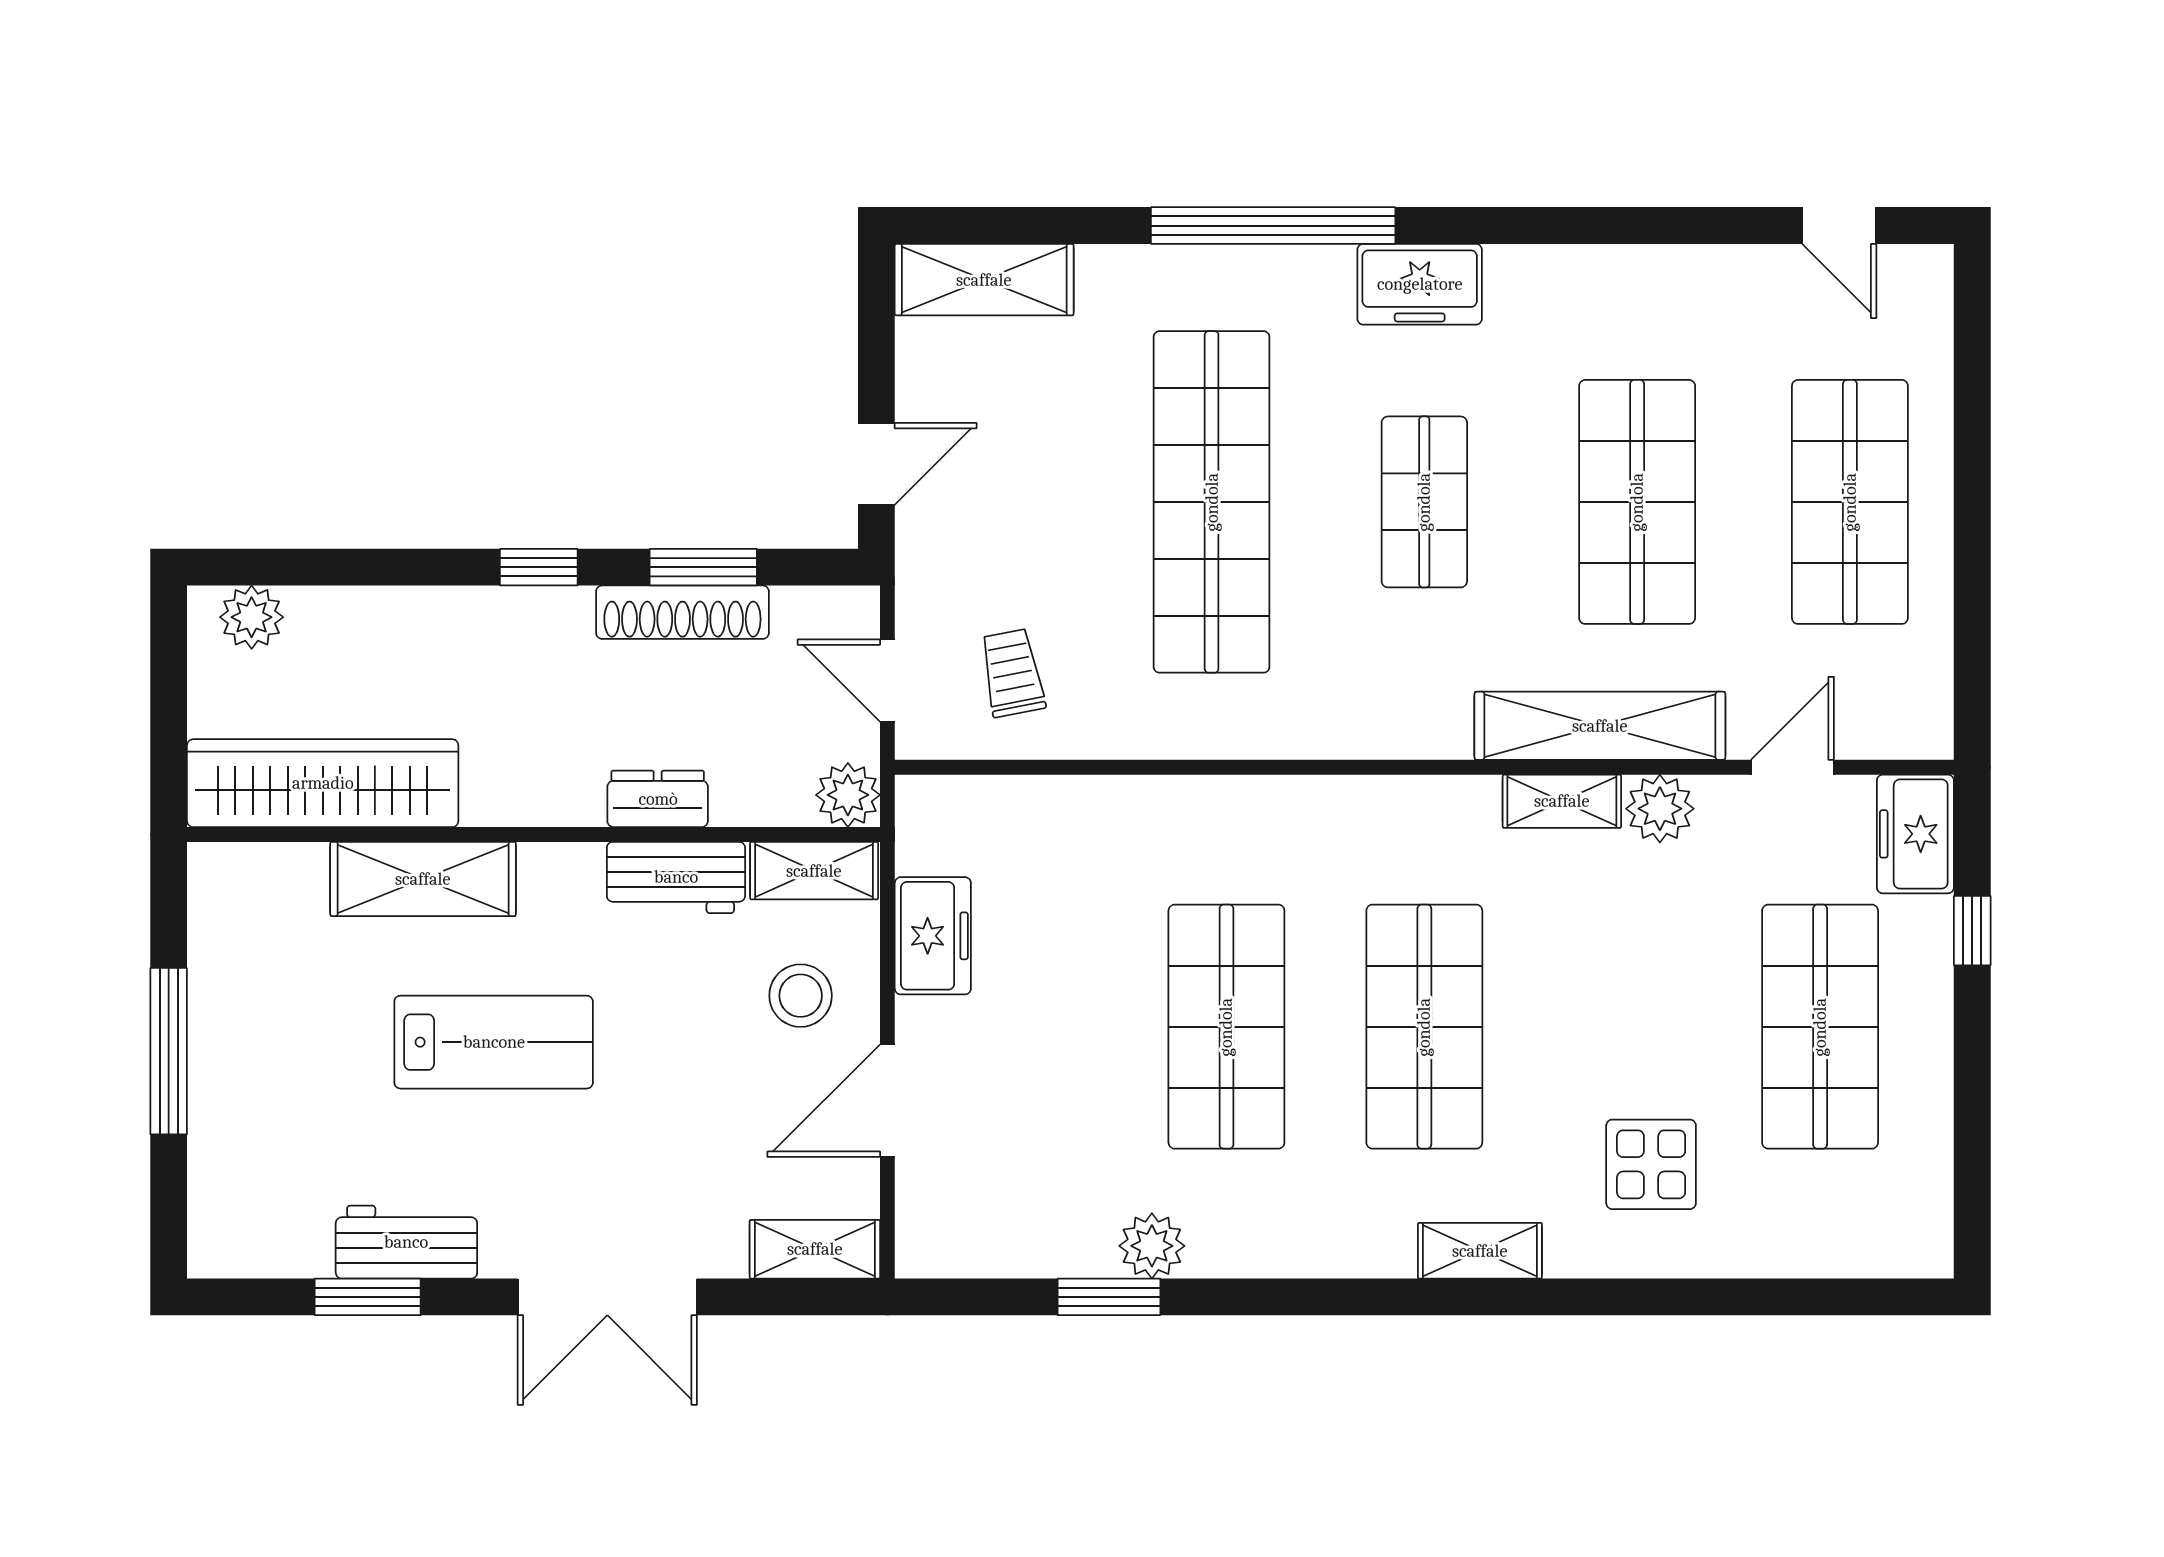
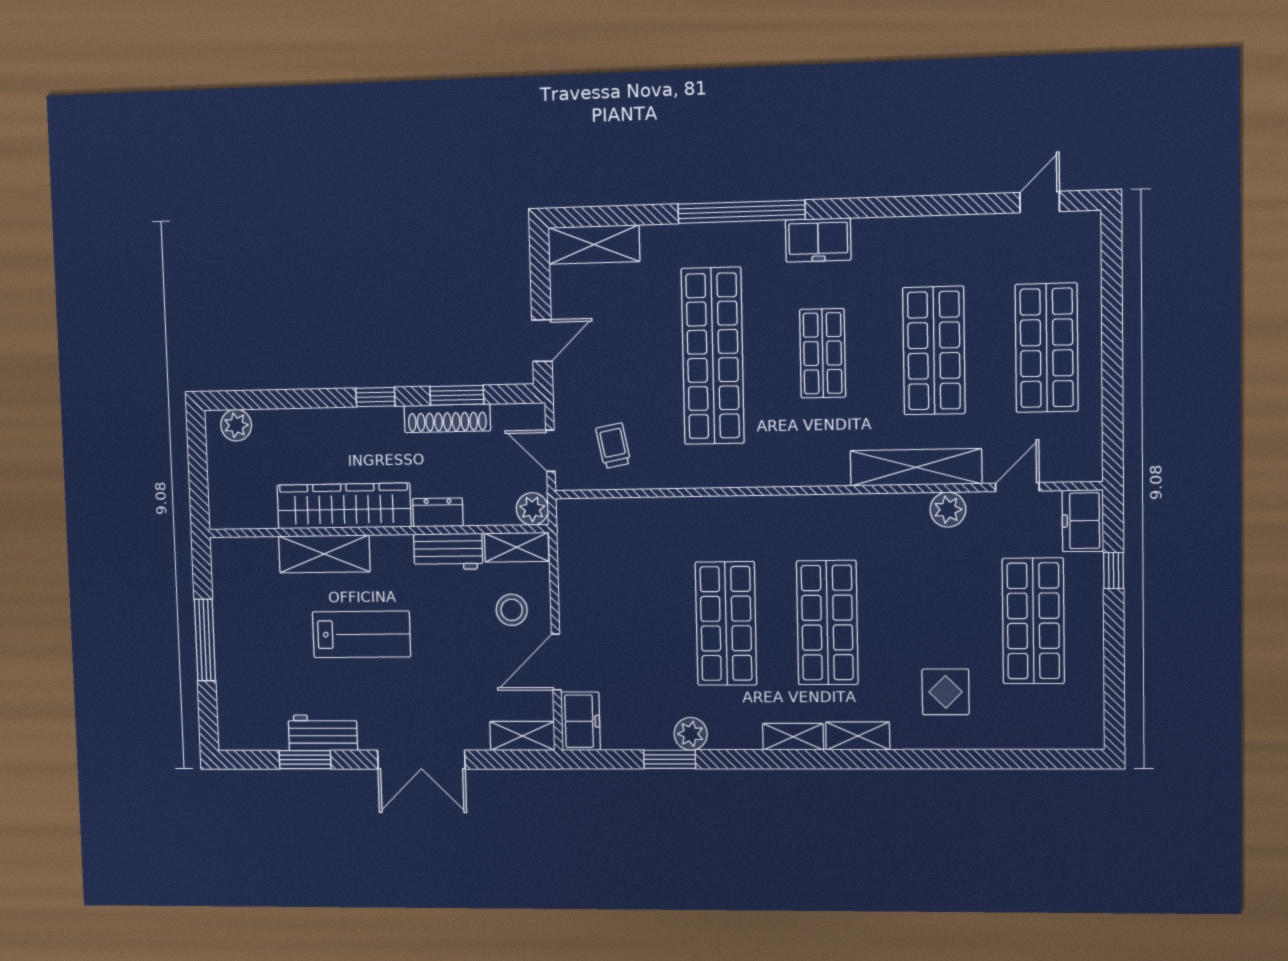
door: (1839, 226) -> (1040, 202), swing flipped
wardrobe: (323, 783) -> (344, 506), moved
shelving: (1562, 801) -> (793, 737), moved
freezer: (933, 936) -> (581, 721), moved

